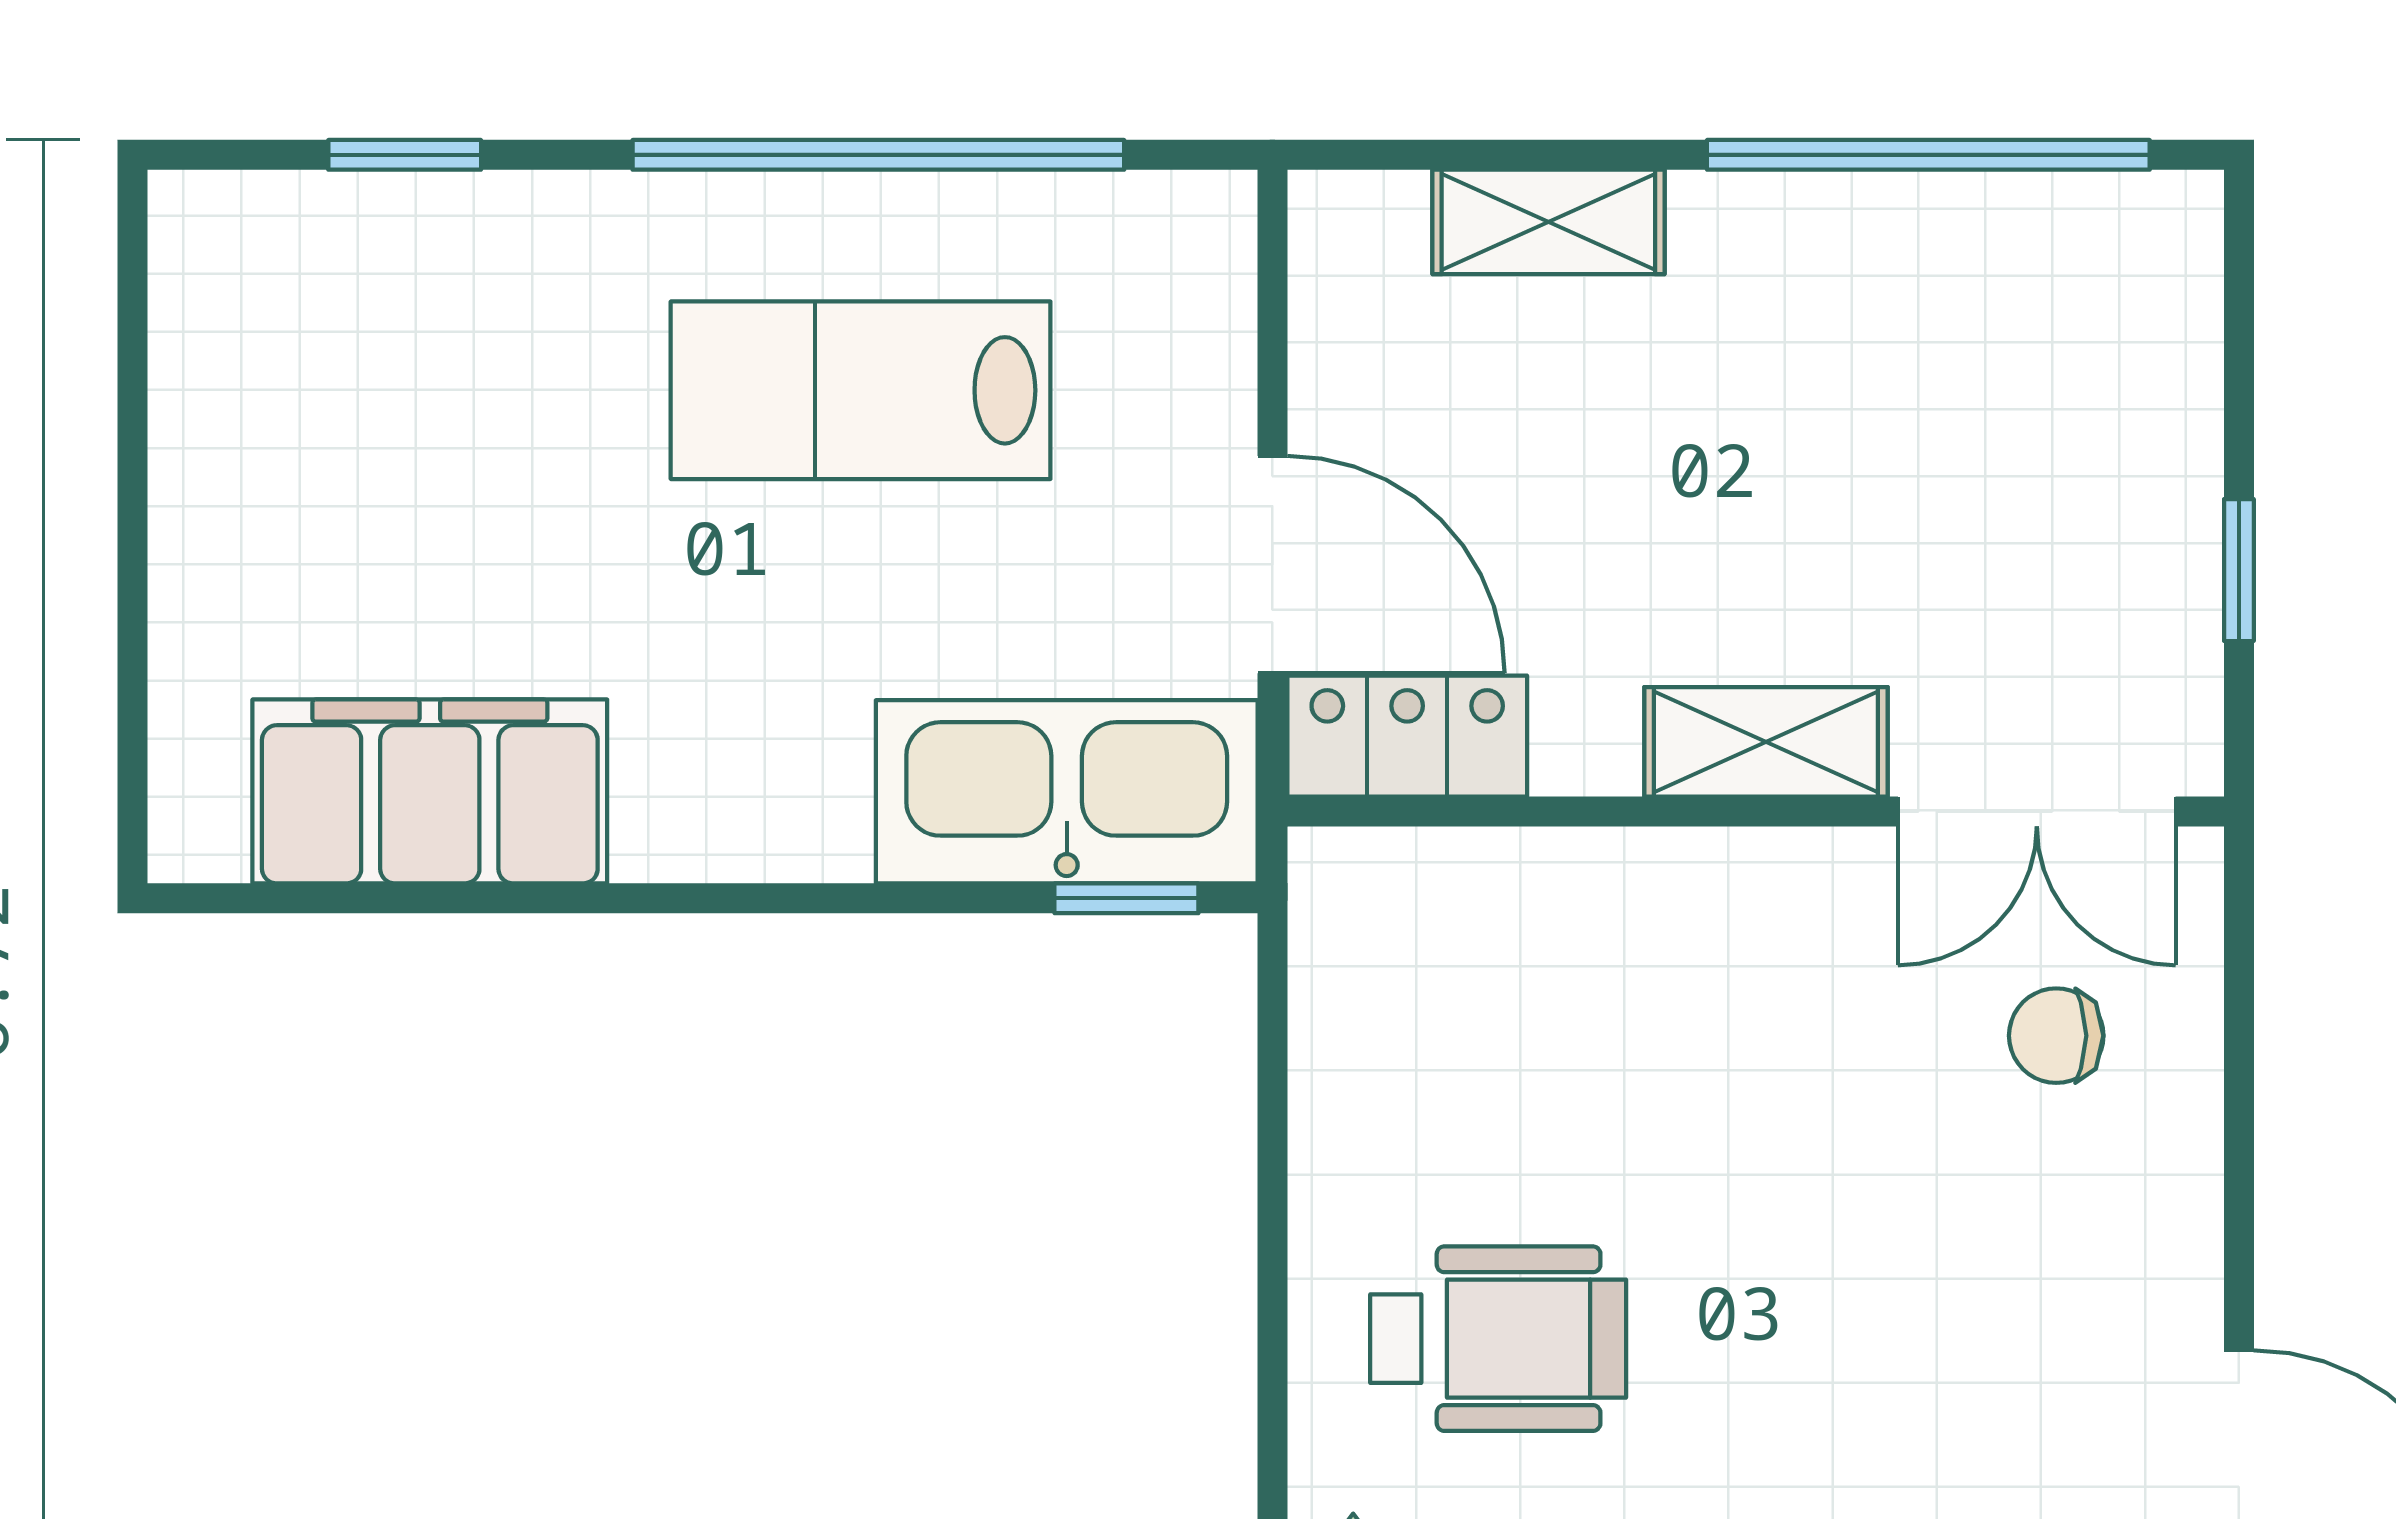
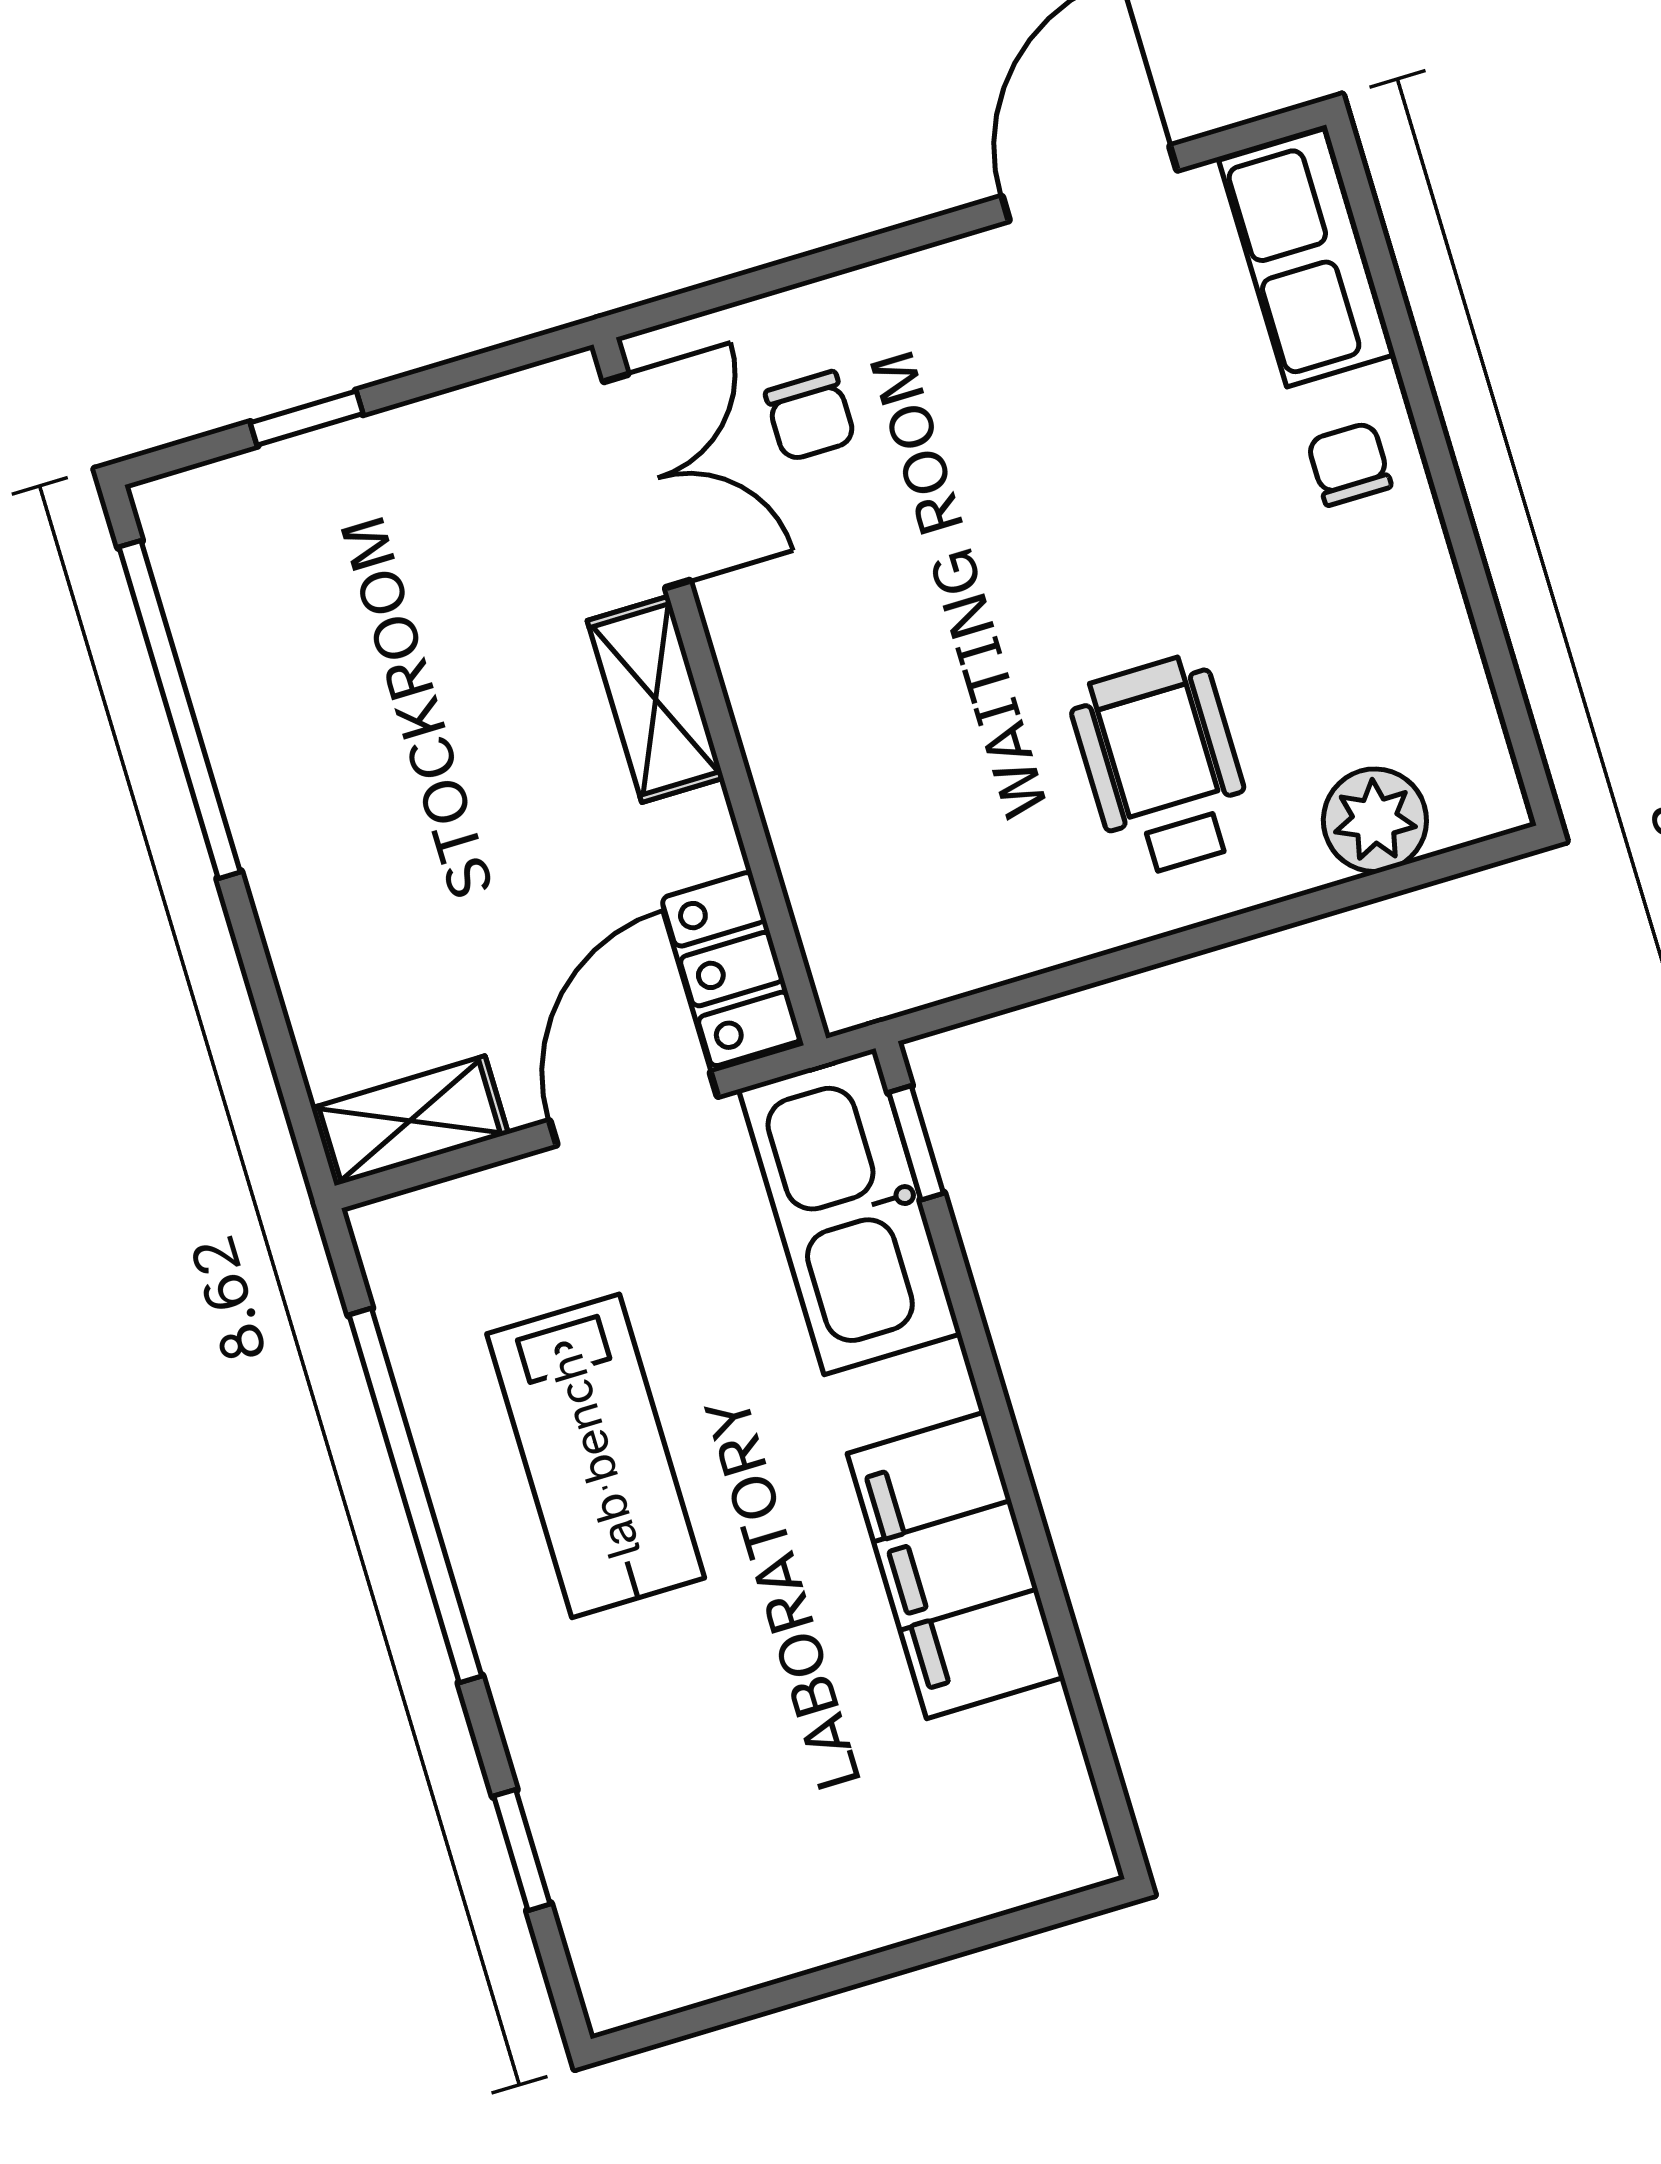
shelving: (1548, 222) -> (410, 1121), moved, turned 90
window: (2239, 570) -> (307, 418), moved
filing cabinet: (430, 791) -> (956, 1565), moved

